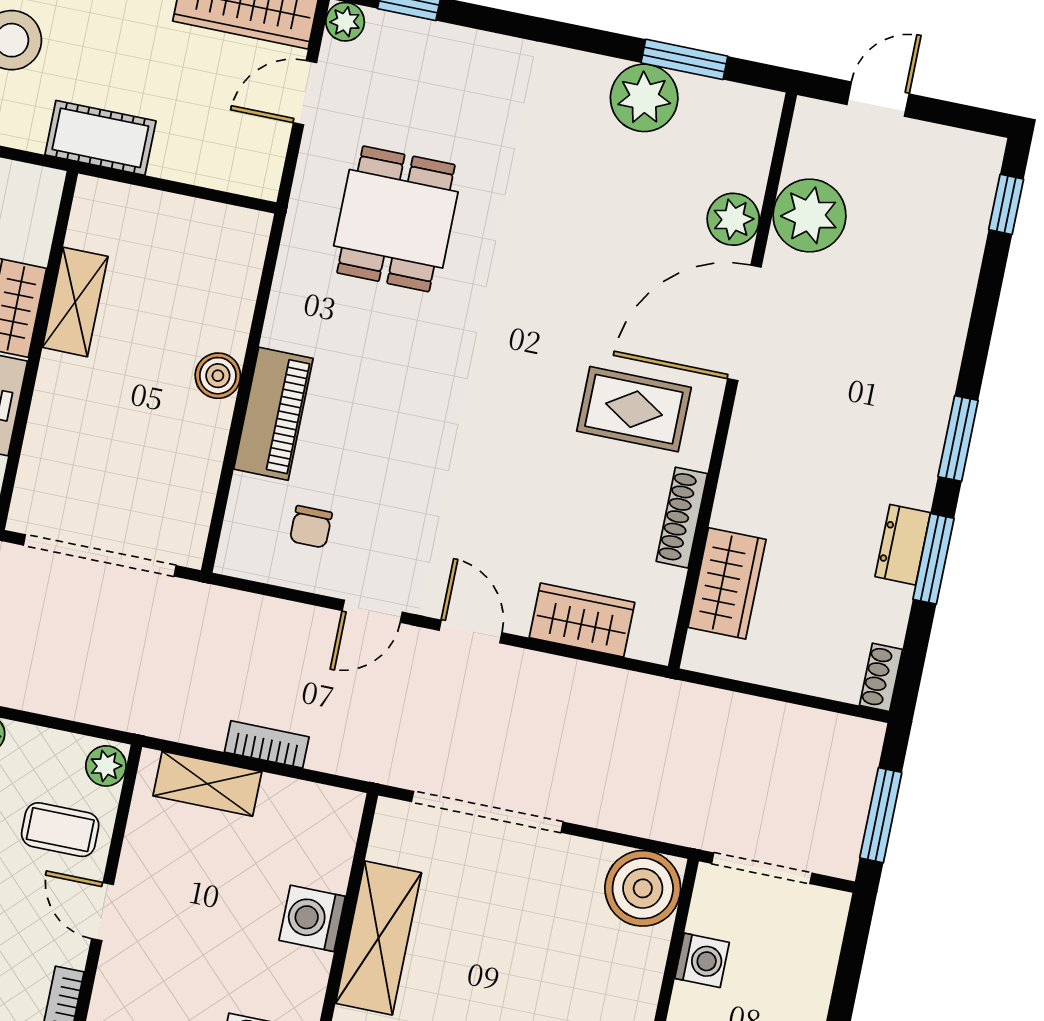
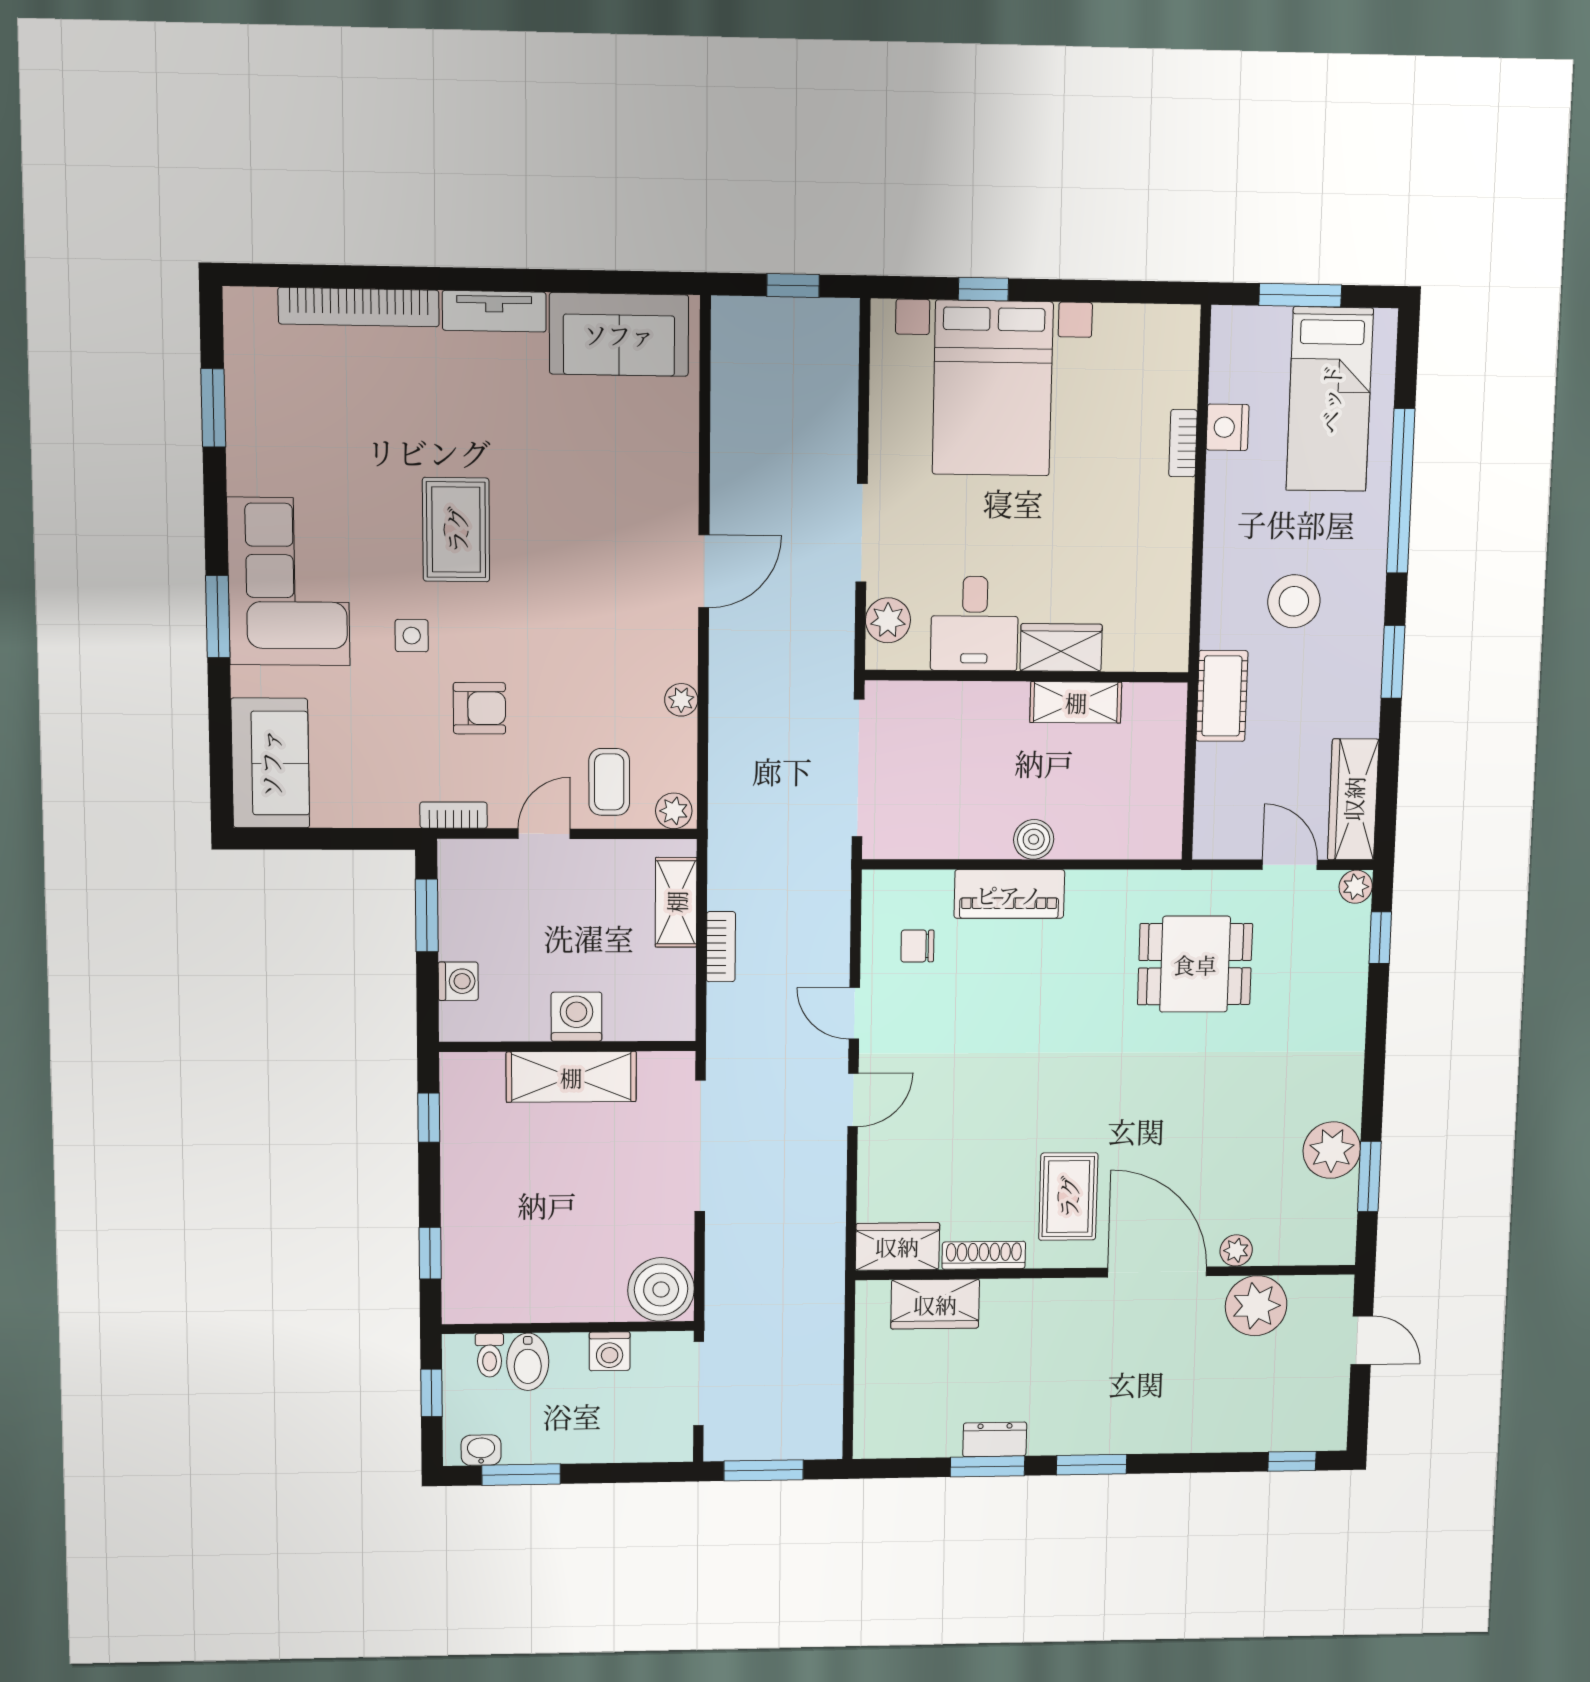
plant: (733, 219) -> (1236, 1250), width x0.73, depth x0.73
wardrobe: (582, 620) -> (897, 1246), moved, turned -90
shoe rack: (881, 677) -> (880, 1446), removed

